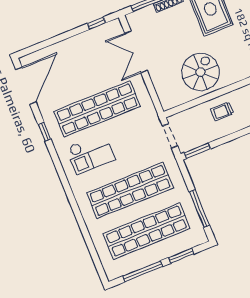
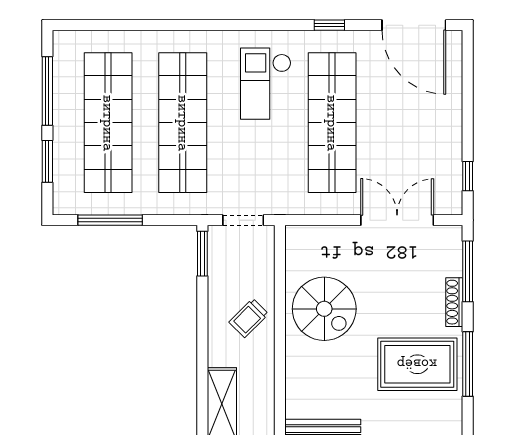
trolley: (222, 111) -> (249, 318), turned -135

